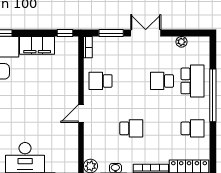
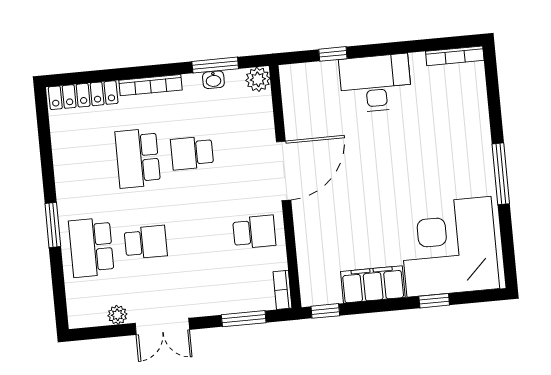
double door: (146, 33) -> (162, 326), moved
window: (213, 95) -> (53, 225), width x0.47
door: (81, 114) -> (284, 171), width x1.88
school desk: (193, 128) -> (138, 158), moved, width x1.85

